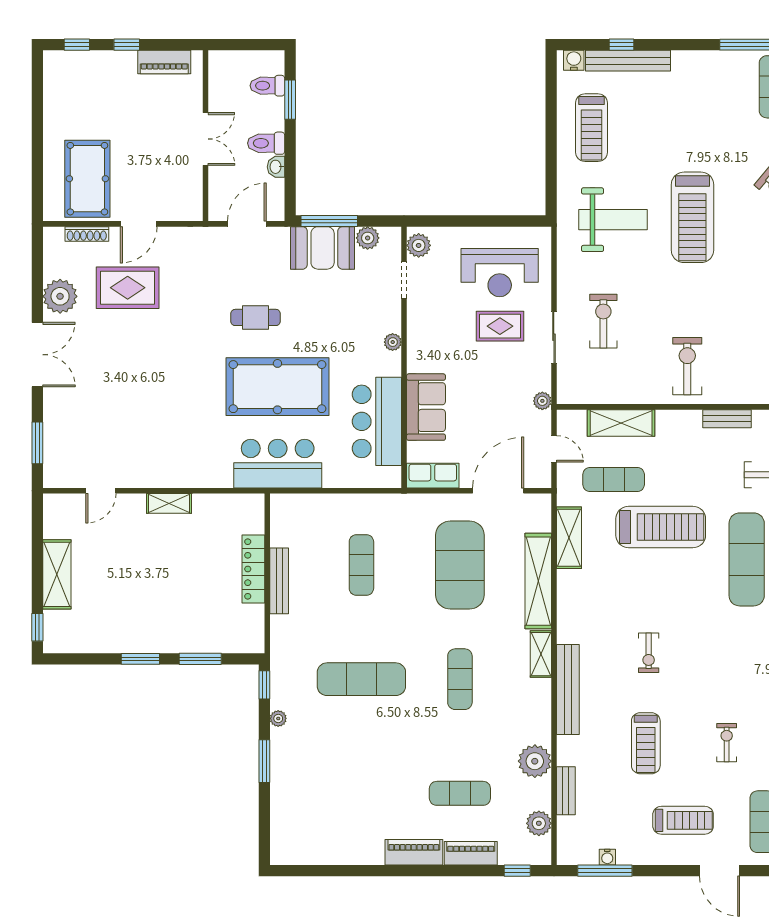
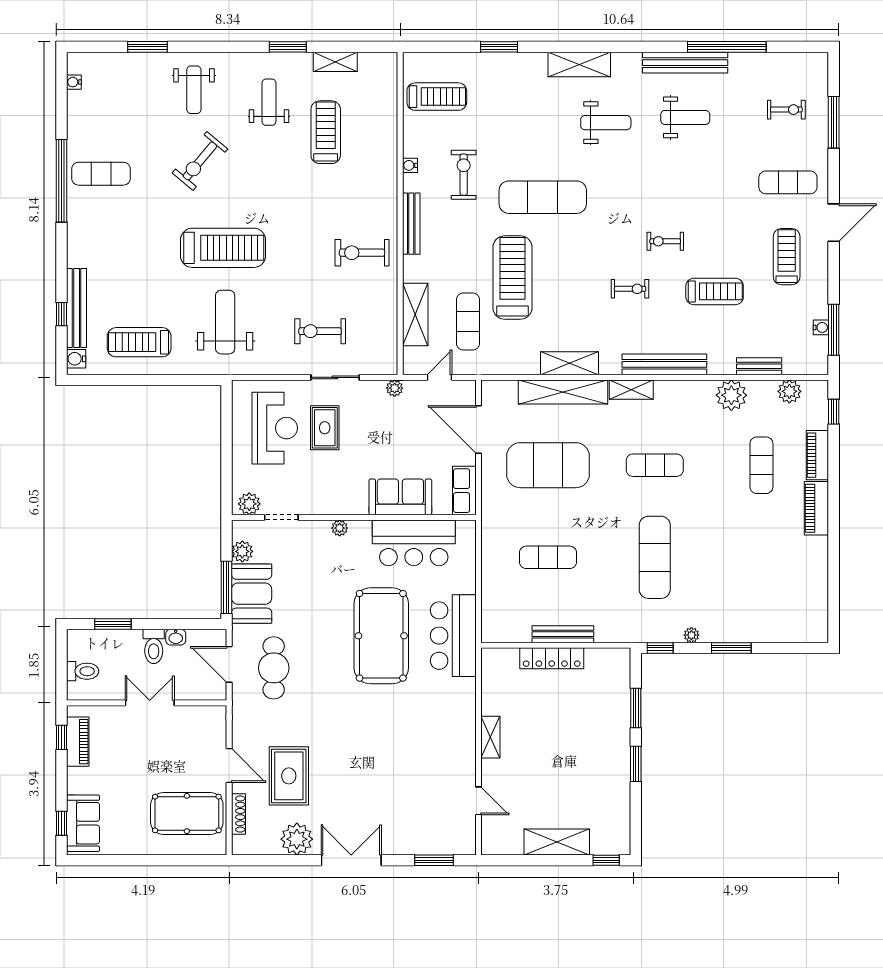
window: (127, 45) -> (62, 737), moved
sofa: (77, 68) -> (83, 823), added
toilet: (267, 86) -> (83, 671), moved, turned -90
treadmill: (592, 128) -> (139, 342), turned 180
cafe table: (256, 317) -> (274, 668), moved, width x1.37, depth x1.35
bench: (727, 419) -> (411, 224), width x1.36
shelving: (569, 538) -> (569, 363), moved
exercise bike: (727, 743) -> (665, 241), moved

